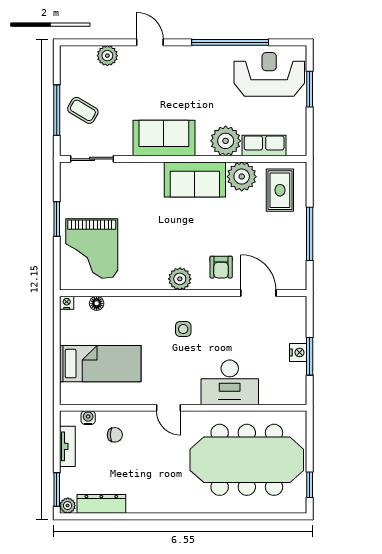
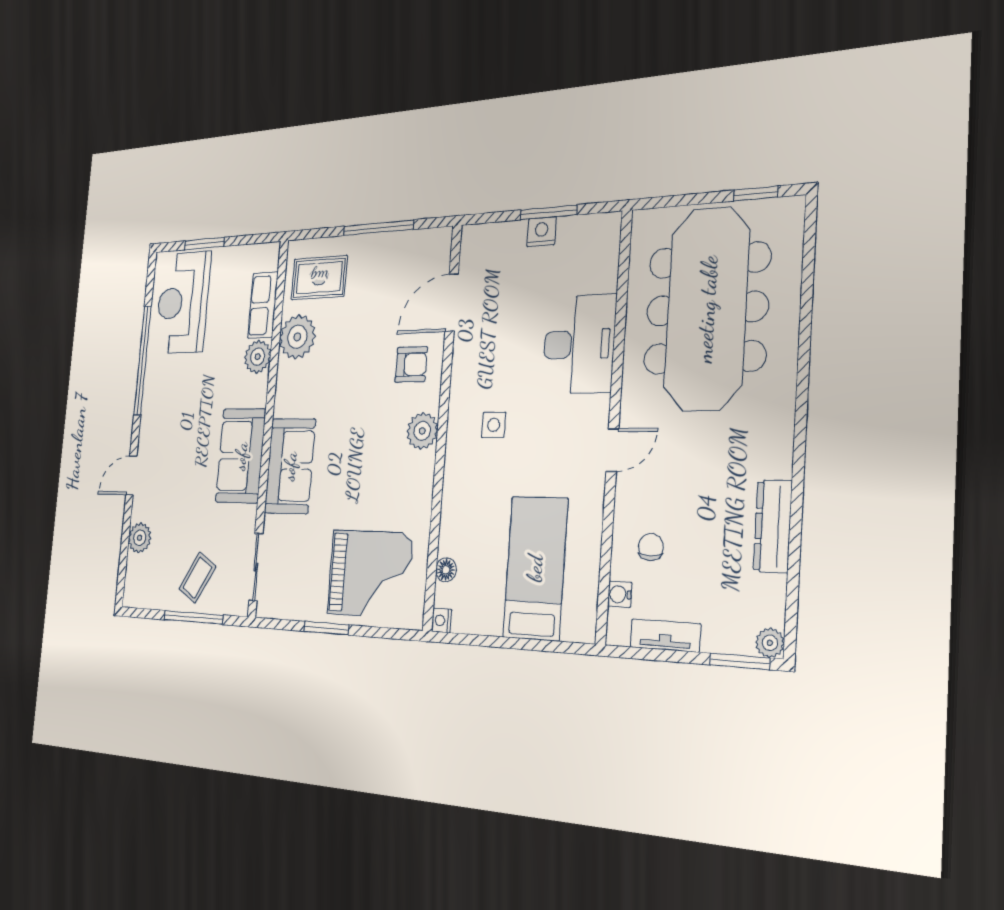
plant: (226, 141) -> (258, 357), width x0.73, depth x0.73
sofa: (195, 180) -> (290, 466), moved
dresser: (101, 504) -> (773, 526), moved

